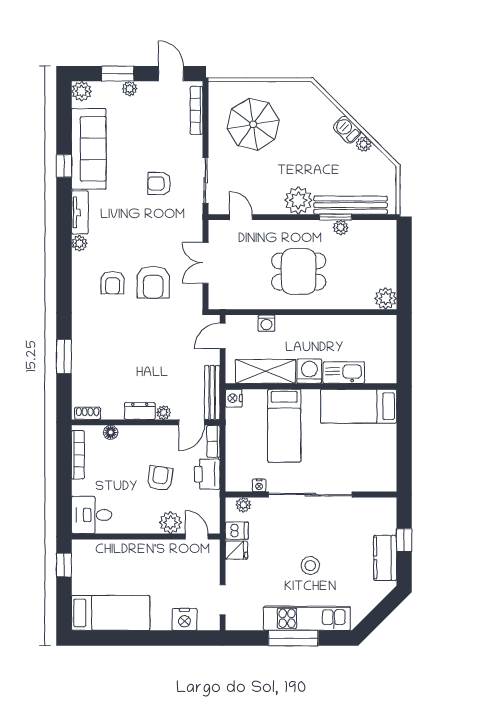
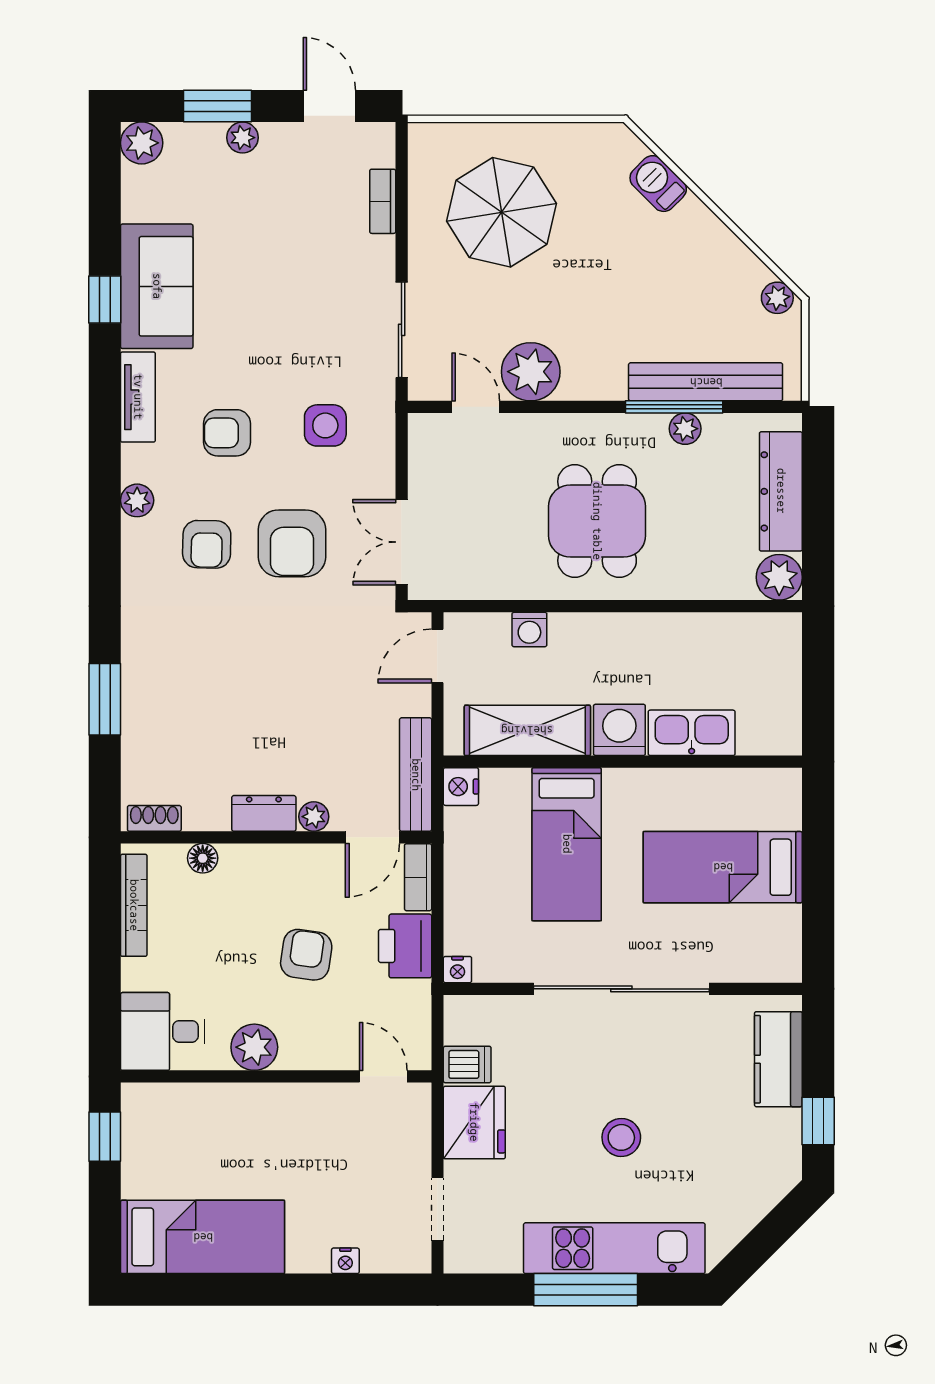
bookcase: (197, 110) -> (383, 201), width x0.64
barbecue: (347, 130) -> (658, 184), moved
plant: (364, 144) -> (777, 298), moved
sofa: (89, 149) -> (157, 286), width x0.73
armchair: (159, 184) -> (227, 433), moved
plant: (298, 200) -> (531, 372), moved
window: (335, 217) -> (674, 407), width x1.44
side table: (169, 226) -> (325, 425), added
plant: (79, 243) -> (137, 500), moved
dresser: (386, 257) -> (781, 491), added
double door: (206, 263) -> (402, 542), moved
dining table: (299, 272) -> (597, 521), turned 90
bed: (359, 406) -> (723, 867), moved
nightstand: (259, 485) -> (457, 970), moved
plant: (243, 505) -> (481, 1010), removed
plant: (170, 522) -> (254, 1047), moved
window: (404, 540) -> (818, 1121), moved
fridge: (236, 550) -> (474, 1122), width x1.88, depth x1.34
kitchen counter: (385, 558) -> (778, 1059), moved
nightstand: (184, 619) -> (345, 1261), width x0.53, depth x0.56

